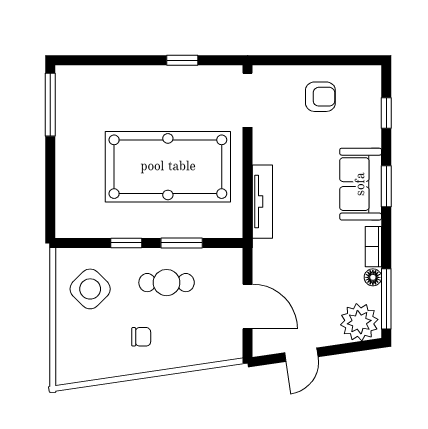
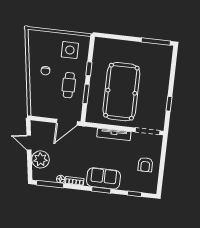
tv unit: (262, 202) -> (114, 134), moved
side table: (90, 289) -> (70, 50), turned 45
door: (248, 307) -> (67, 122), moved
plant: (359, 322) -> (40, 159), moved

